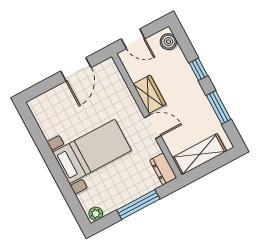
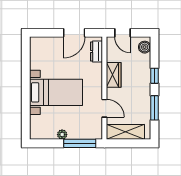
door: (153, 127) -> (104, 108), moved
dresser: (163, 169) -> (97, 52), moved
window: (138, 204) -> (80, 143), moved
plant: (96, 214) -> (62, 135), moved

